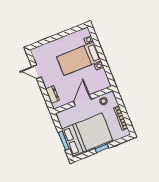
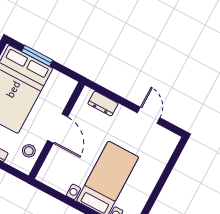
door: (36, 72) -> (149, 115), hinge flipped

